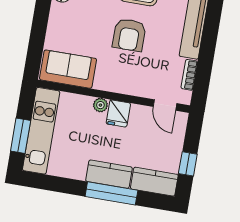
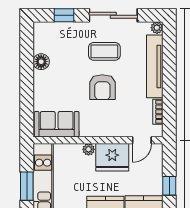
door: (165, 105) -> (142, 140), hinge flipped
fridge: (118, 113) -> (112, 157), width x1.88, depth x1.34

